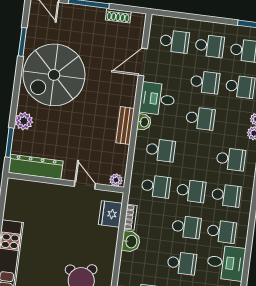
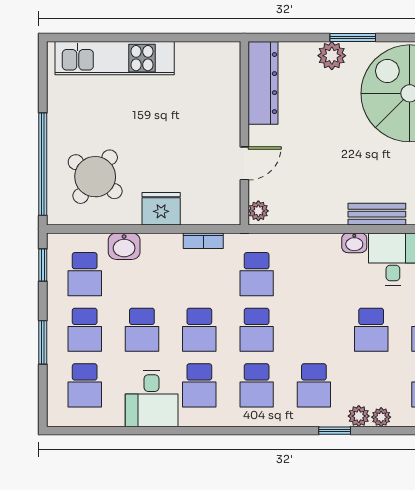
bench: (125, 126) -> (377, 214), moved
window: (10, 142) -> (353, 38), moved
school desk: (161, 150) -> (314, 274), removed
fridge: (110, 214) -> (161, 209), moved
washbasin: (131, 242) -> (124, 246), moved

